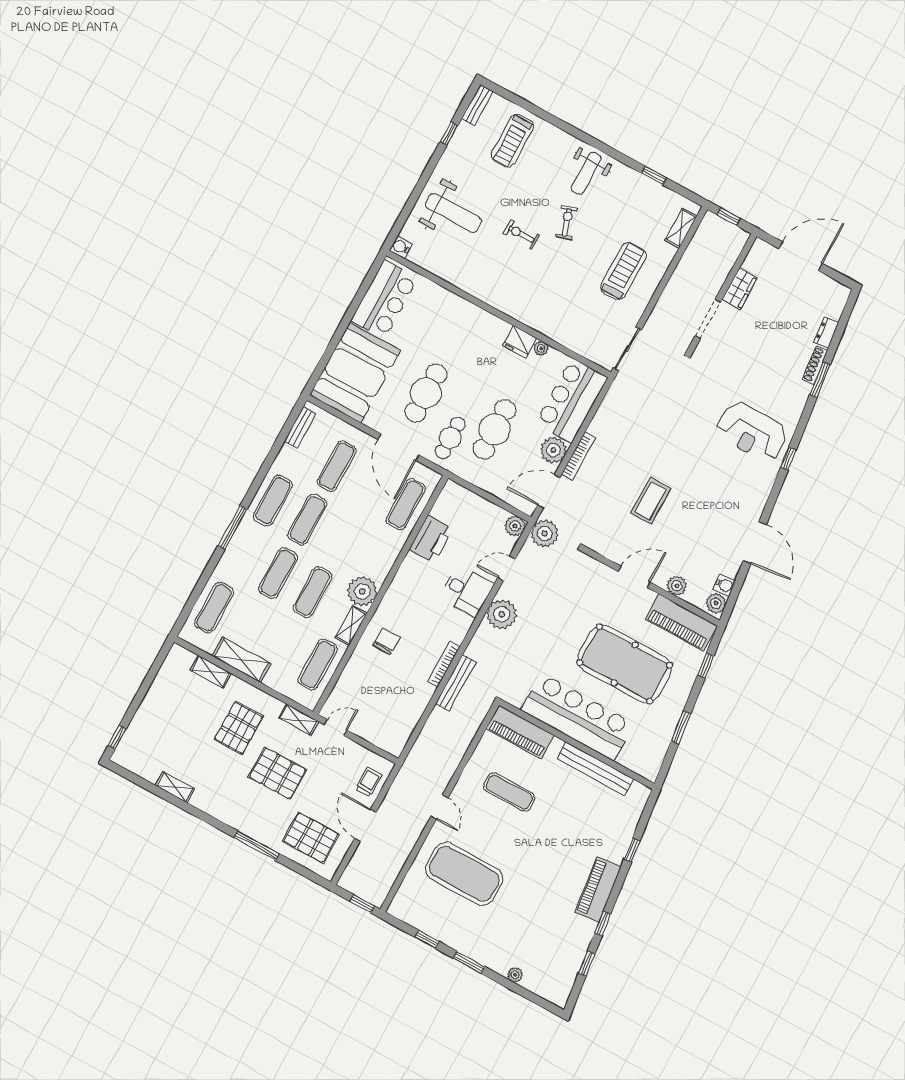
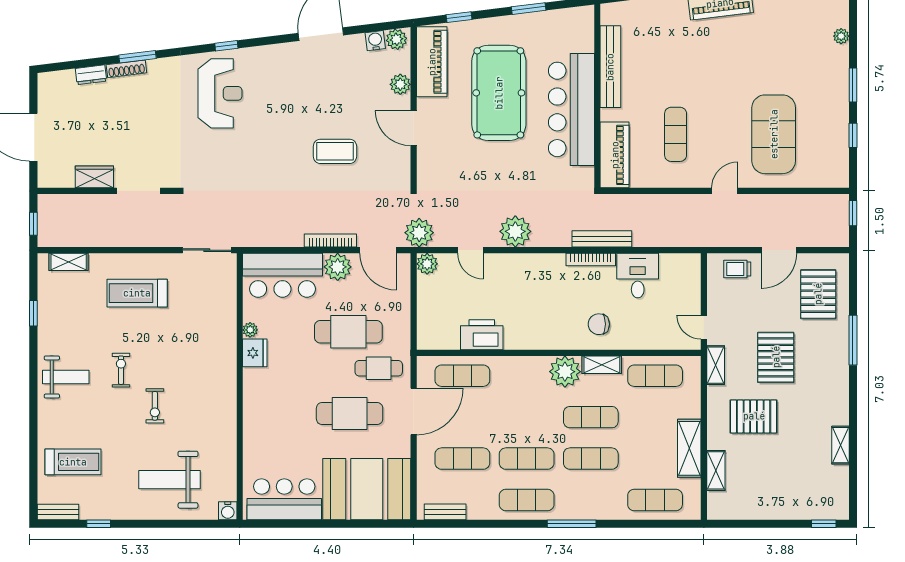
weight bench: (453, 213) -> (170, 480), turned -90
exercise bike: (567, 222) -> (121, 370), turned 108
desk: (467, 591) -> (638, 276), moved

